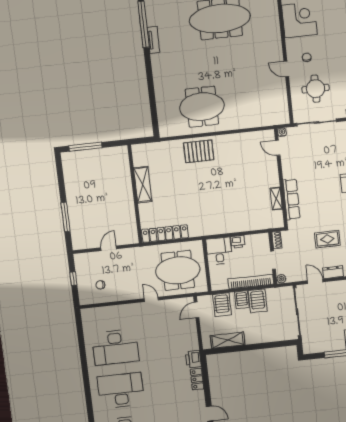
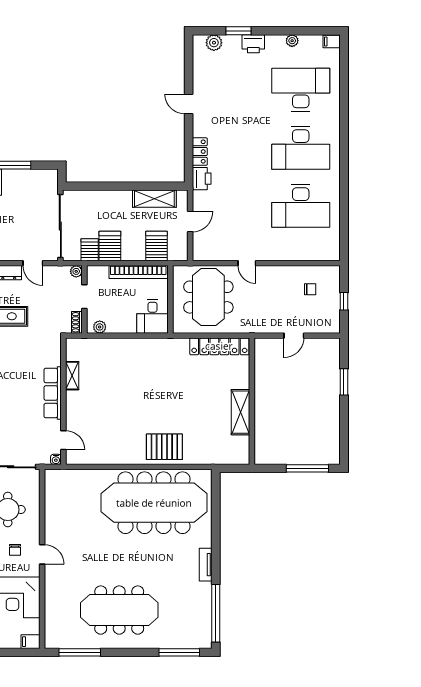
tv unit: (153, 40) -> (206, 565), moved
door: (286, 69) -> (42, 554), moved
meeting table: (202, 107) -> (154, 503), width x1.86, depth x1.27
row of seats: (292, 199) -> (53, 393), moved
window: (66, 217) -> (344, 382), width x0.69
plant: (259, 238) -> (100, 327), added
printer: (238, 242) -> (127, 326), removed
meeting table: (178, 270) -> (208, 297), turned 90
bookcase: (251, 282) -> (138, 272), moved
server rack: (242, 300) -> (90, 250), moved
door: (197, 310) -> (190, 221), moved
desk: (115, 347) -> (301, 206), turned 180

